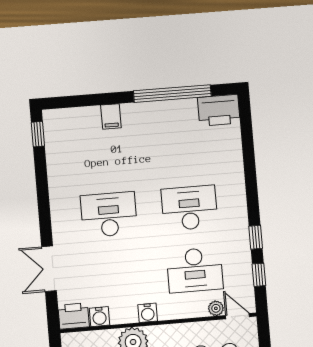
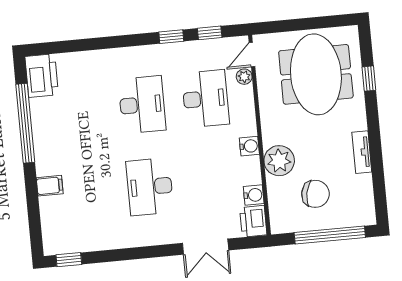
desk: (189, 208) -> (142, 105), turned 180

